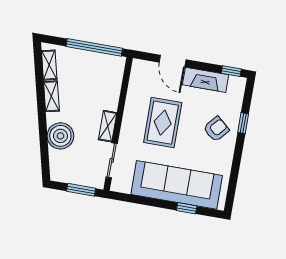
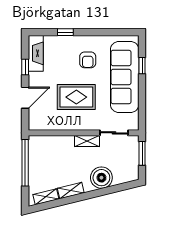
window: (231, 71) -> (25, 67), moved
fireplace: (206, 80) -> (36, 53), moved
armchair: (216, 129) -> (88, 60), moved, turned -131

